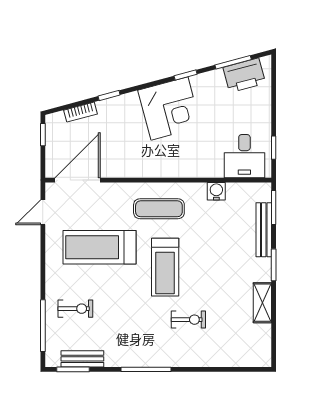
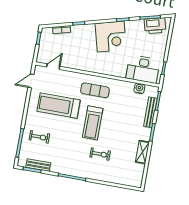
desk: (244, 156) -> (143, 69), width x1.37
door: (77, 180) -> (53, 67), width x0.53
water cooler: (216, 191) -> (139, 88), moved

